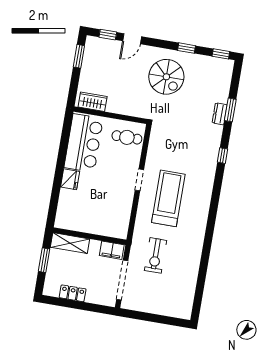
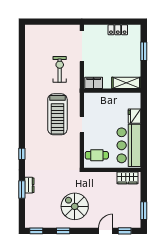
wall: (90, 236) -> (112, 91), moved
shelving: (70, 243) -> (126, 83), moved
filing cabinet: (112, 250) -> (94, 83), moved

